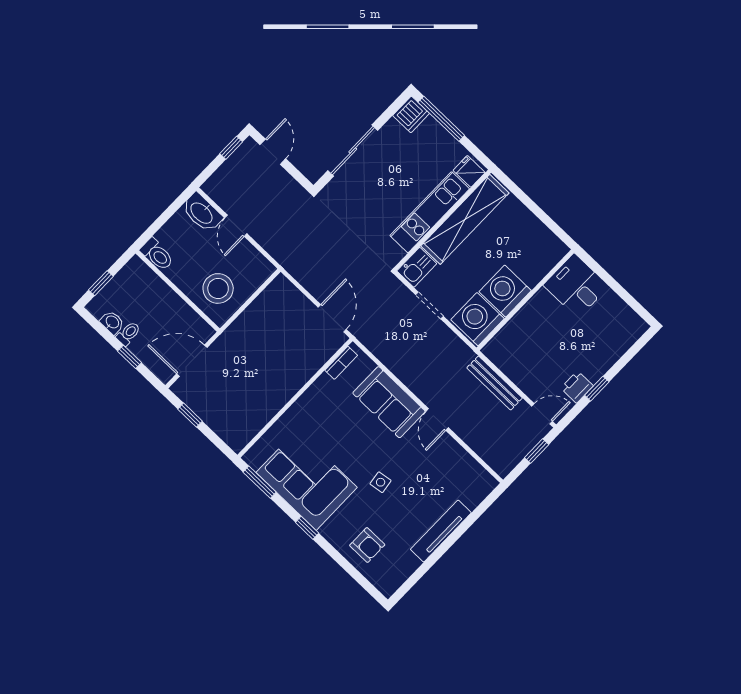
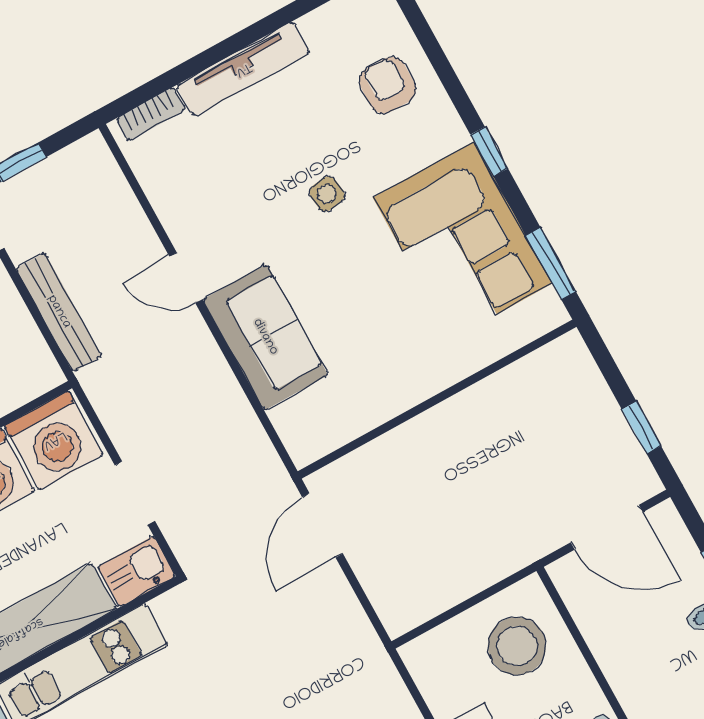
bookcase: (341, 363) -> (151, 114), moved, turned 180
door: (437, 419) -> (186, 278), swing flipped

